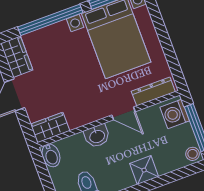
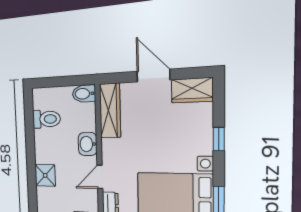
window: (50, 20) -> (219, 139), width x0.32
wardrobe: (50, 127) -> (110, 111), width x1.50

